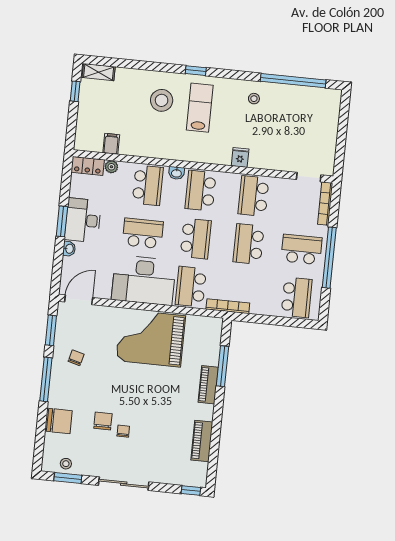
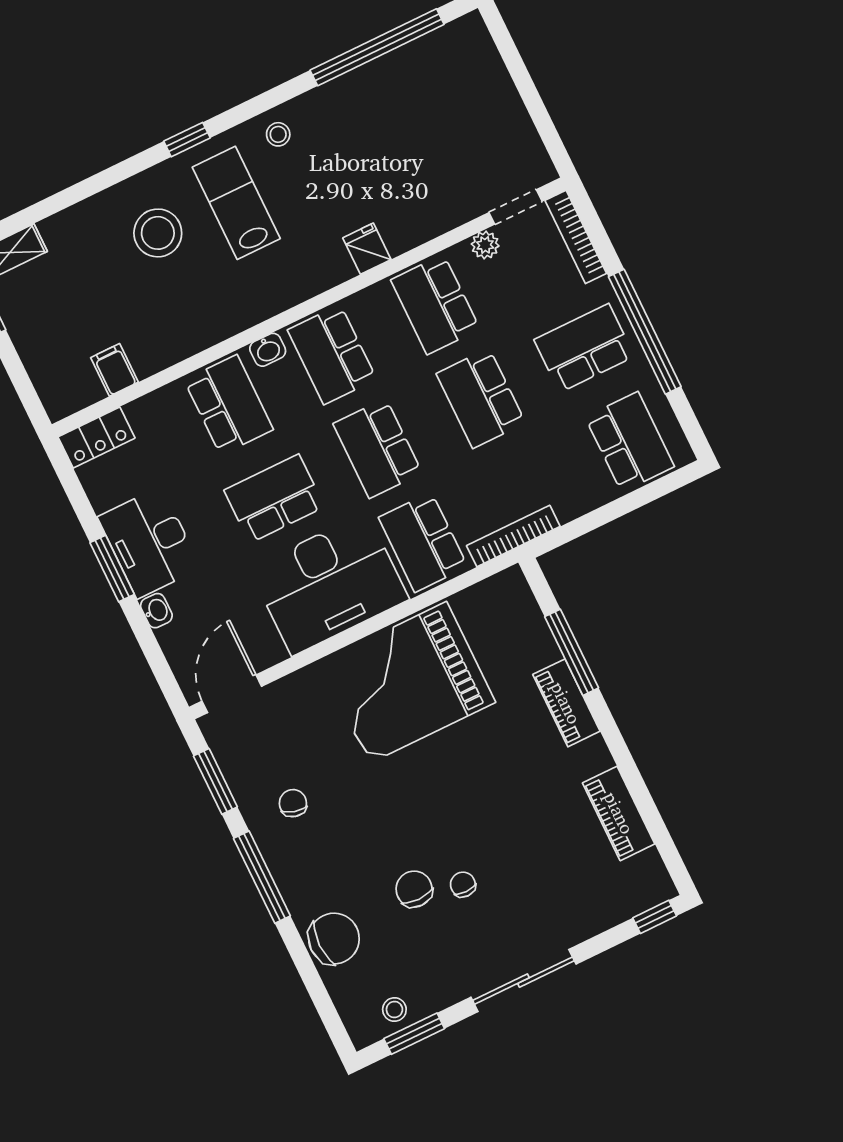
stool: (254, 99) -> (278, 134), moved
plant: (111, 167) -> (485, 245), moved
school desk: (196, 239) -> (378, 448), turned 180

